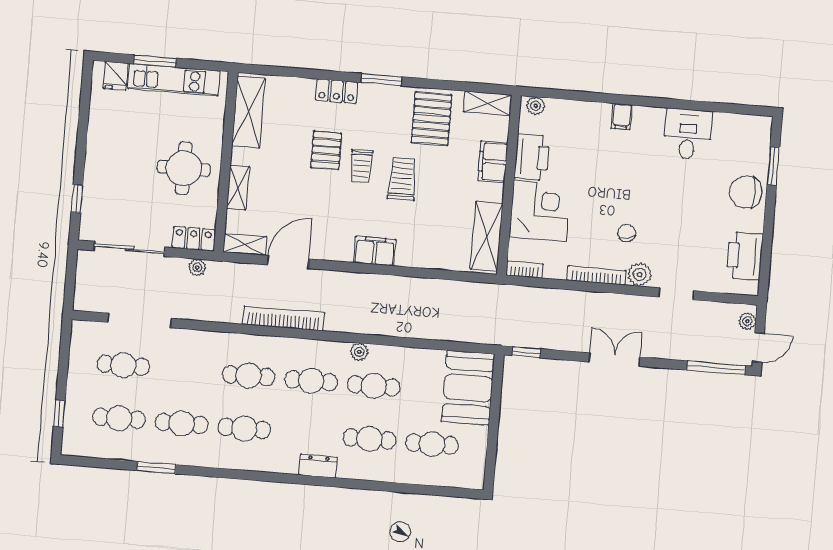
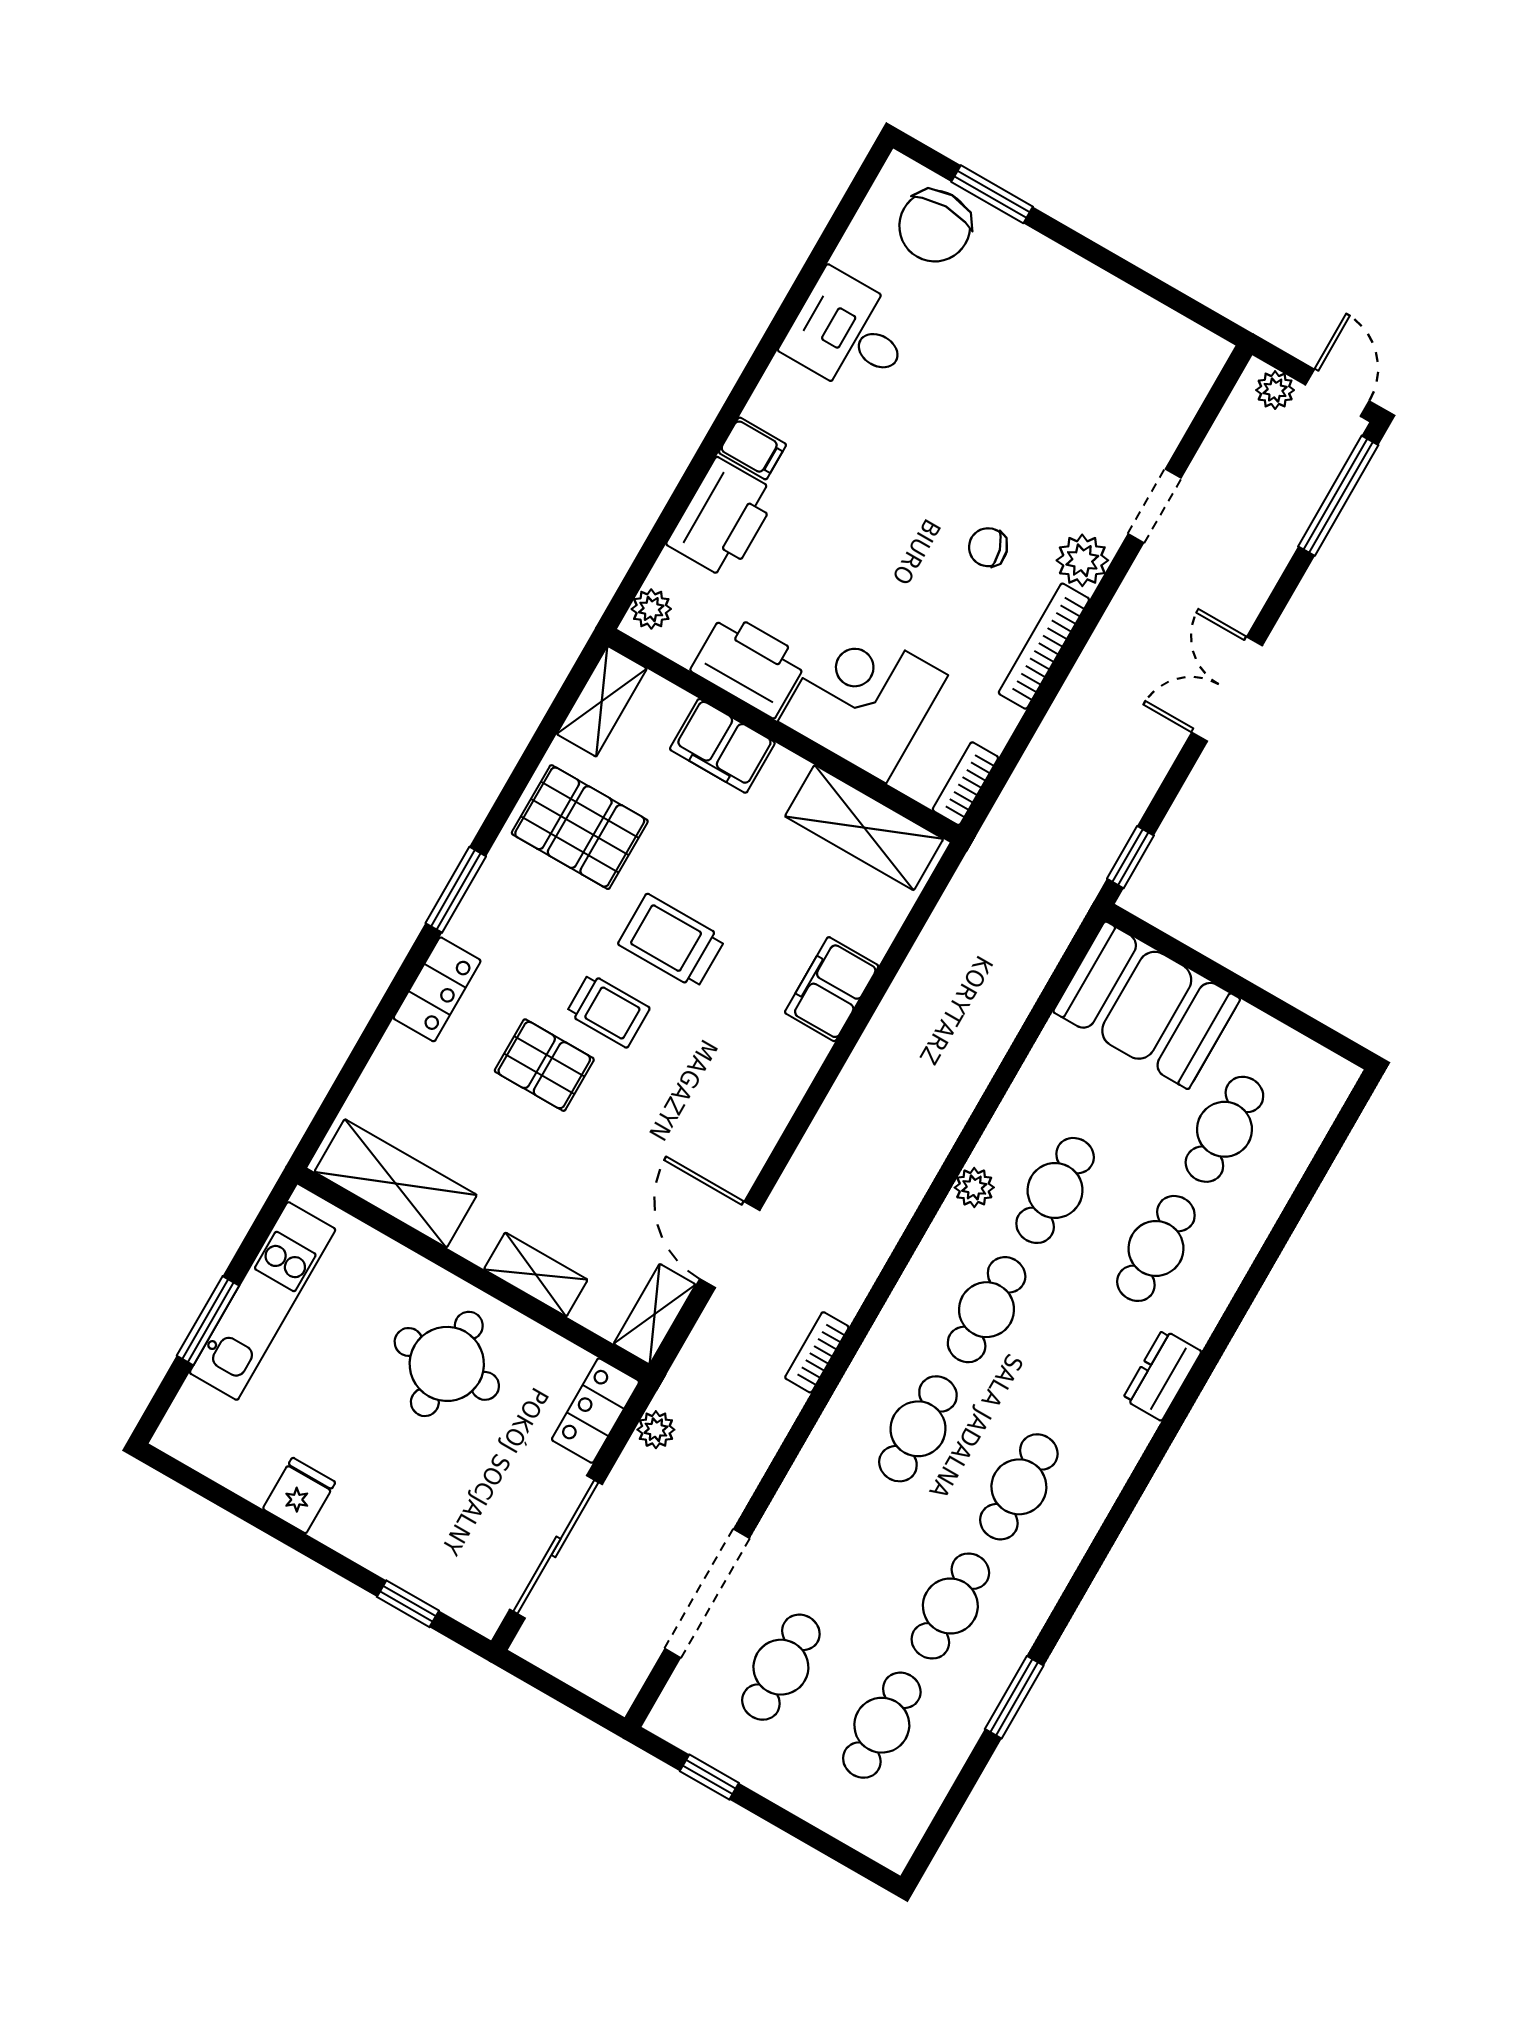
fridge: (116, 76) -> (299, 1496), moved, turned -90
chair: (746, 192) -> (935, 226), moved
filing cabinet: (375, 251) -> (832, 989), moved
printer: (745, 256) -> (723, 518), moved, turned -90
bookcase: (284, 319) -> (817, 1352), width x0.43, depth x0.76
window: (59, 413) -> (709, 1777), moved

